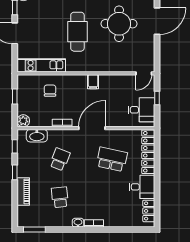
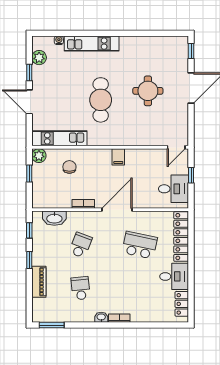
round table: (119, 24) -> (148, 91), width x0.73, depth x0.73
plant: (23, 121) -> (39, 156), moved

